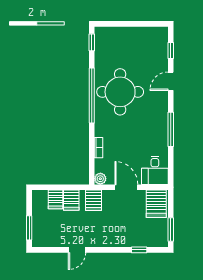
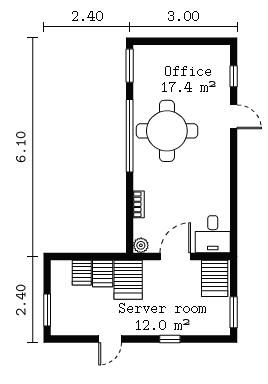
window: (92, 42) -> (130, 66), width x1.50
door: (171, 81) -> (234, 117), swing flipped
window: (171, 129) -> (234, 180), removed
door: (126, 187) -> (175, 257), hinge flipped
server rack: (93, 200) -> (128, 280), width x1.36, depth x1.44
window: (139, 250) -> (170, 339), moved

